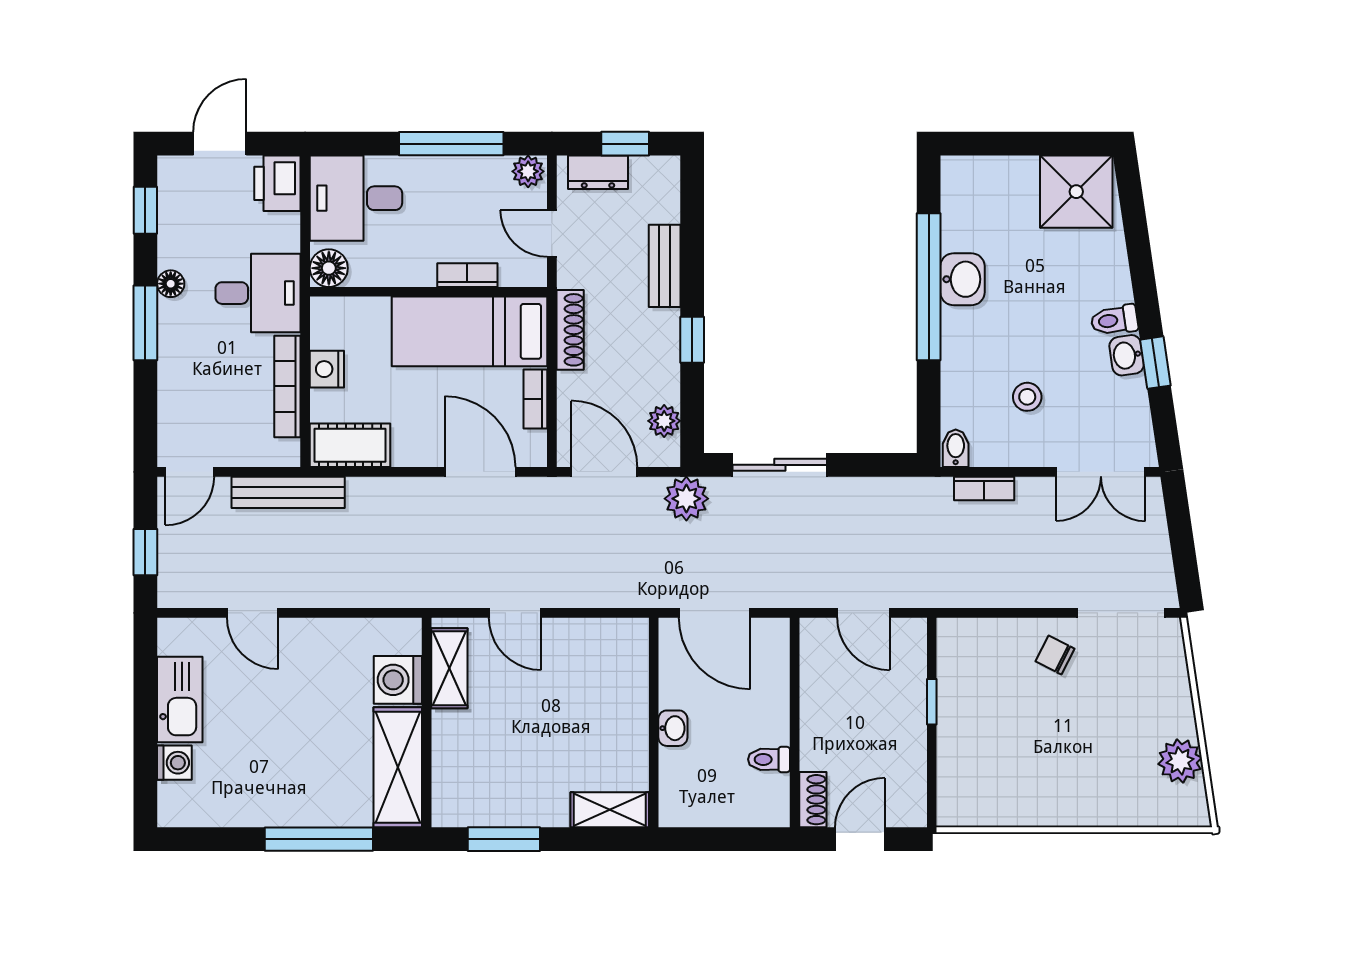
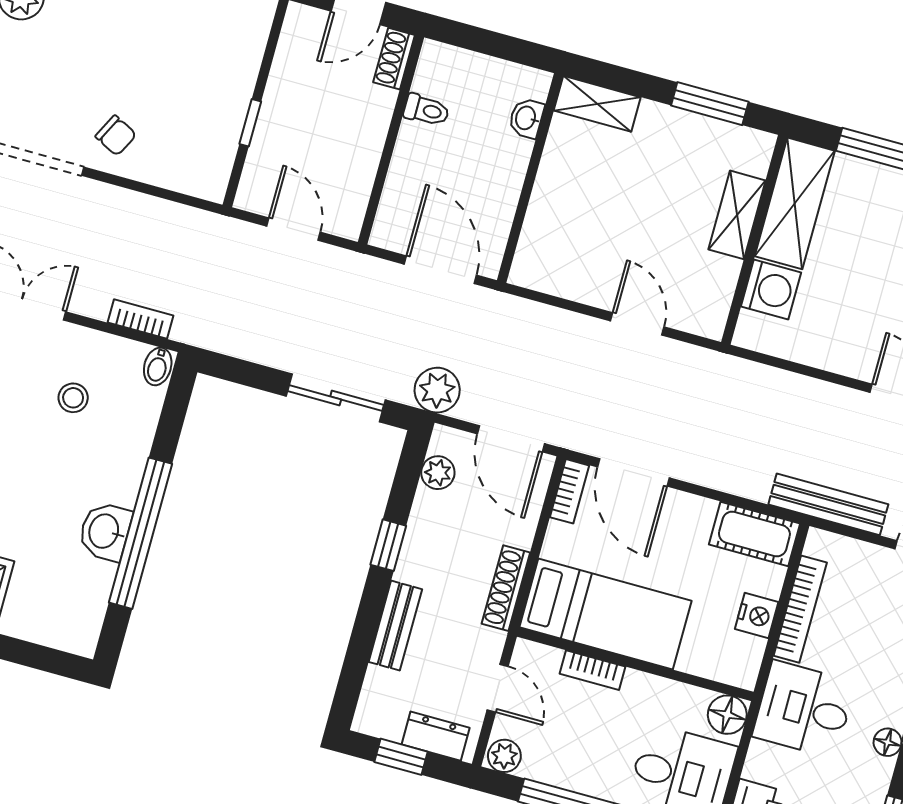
bookcase: (535, 399) -> (570, 491), moved
shelving: (449, 668) -> (737, 215), moved
washbasin: (673, 728) -> (526, 118), moved

